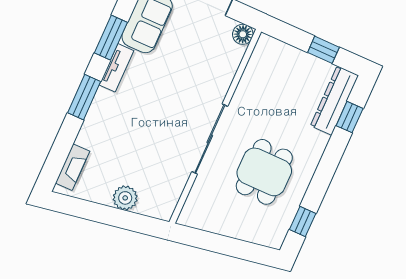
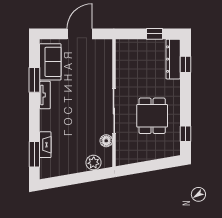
floor lamp: (243, 34) -> (106, 141), moved
window: (84, 97) -> (34, 154), moved
fireplace: (72, 167) -> (45, 145), moved
plant: (125, 198) -> (93, 163), moved

